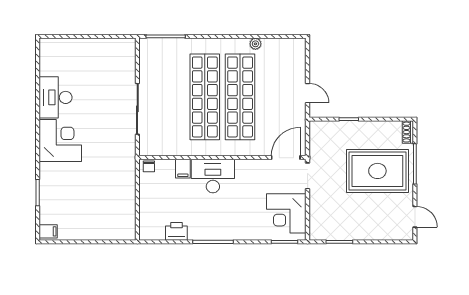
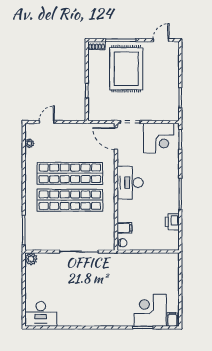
plant: (255, 44) -> (29, 143), moved
plant: (128, 46) -> (31, 259), added
door: (308, 93) -> (47, 122), moved
desk: (56, 97) -> (41, 314), moved
corner desk: (60, 141) -> (150, 310), moved
filing cabinet: (183, 169) -> (124, 228), moved
desk: (213, 176) -> (130, 183), moved

